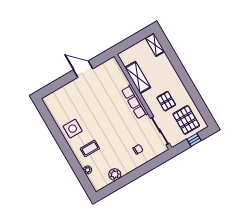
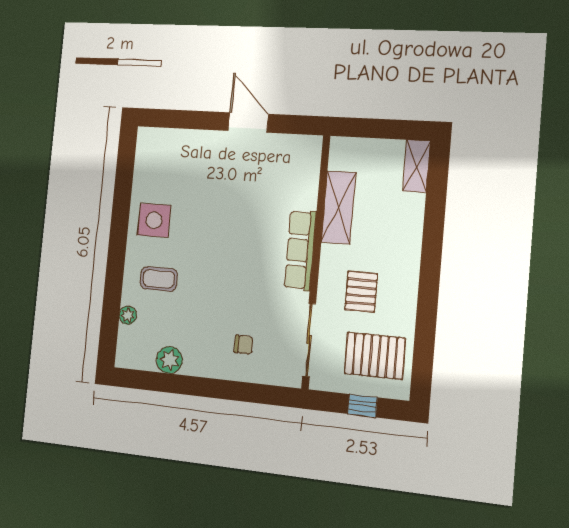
pallet: (186, 120) -> (375, 356), turned 90

